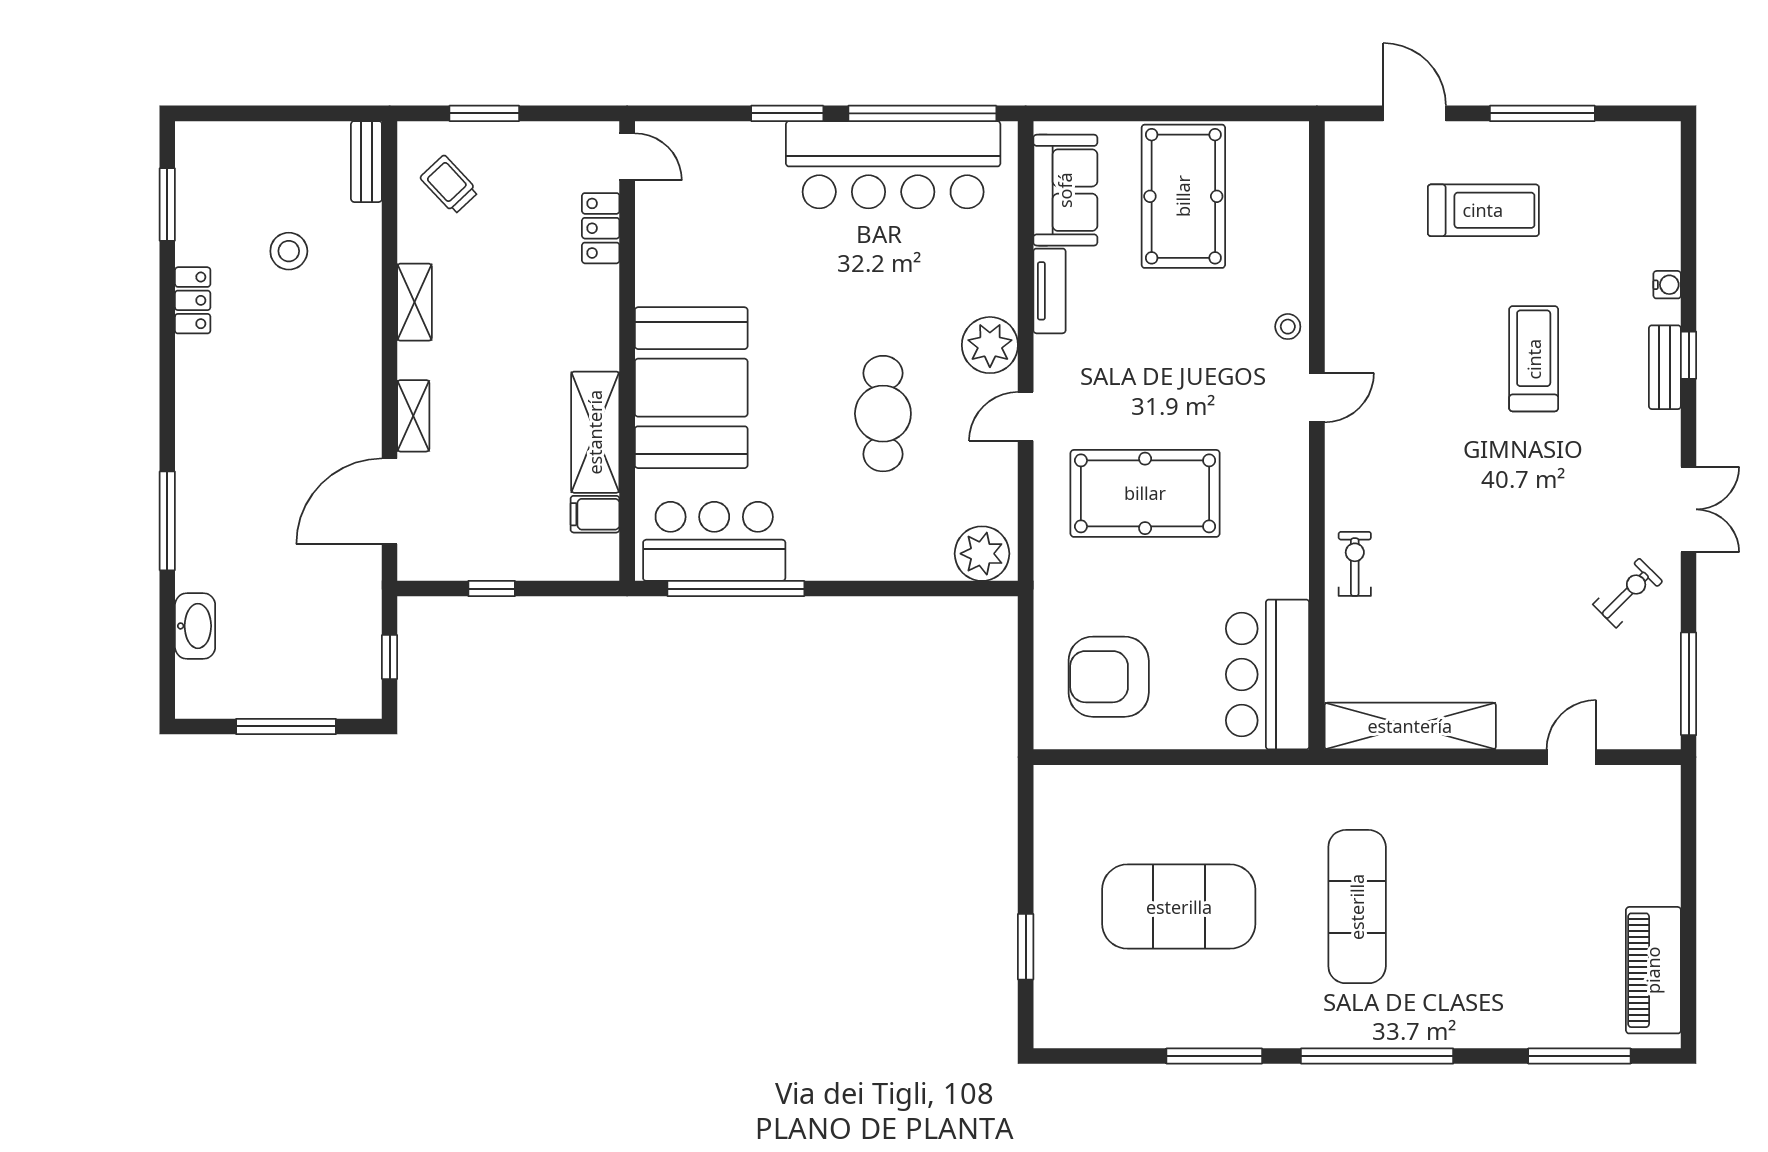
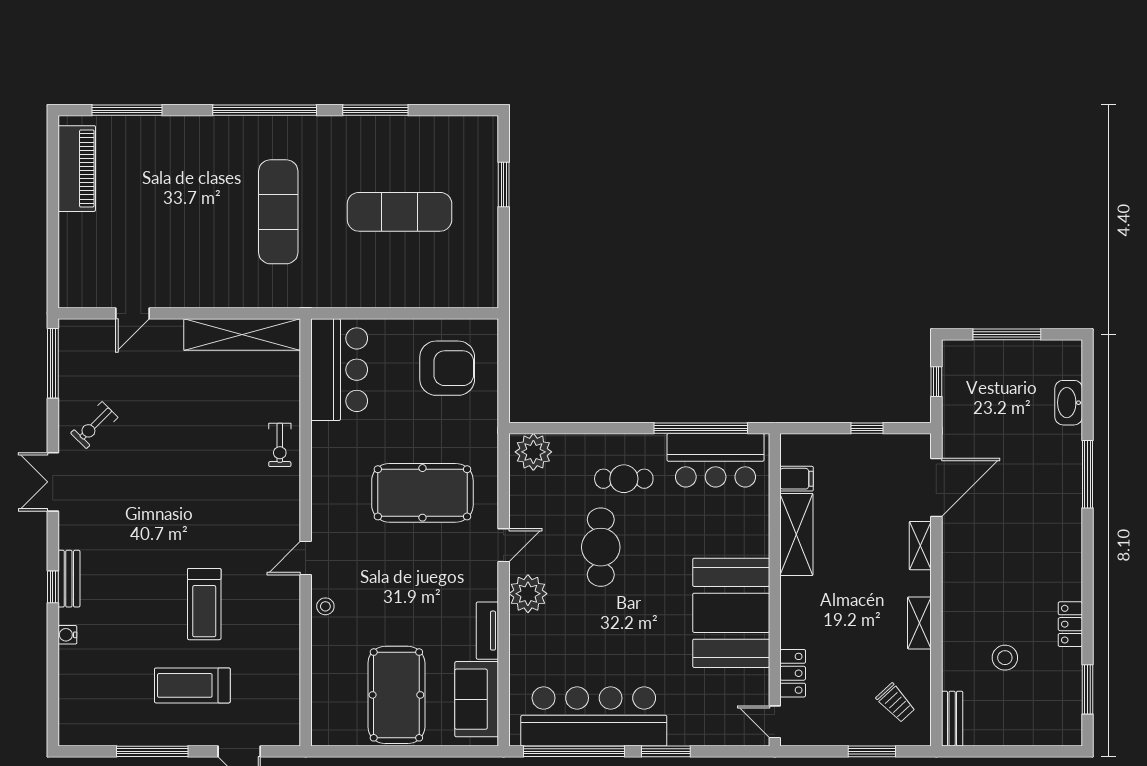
treadmill: (1534, 359) -> (204, 604), moved
booth: (691, 388) -> (731, 613), moved
cafe table: (849, 514) -> (624, 479), added
exercise mat: (1179, 907) -> (400, 212), width x0.68

